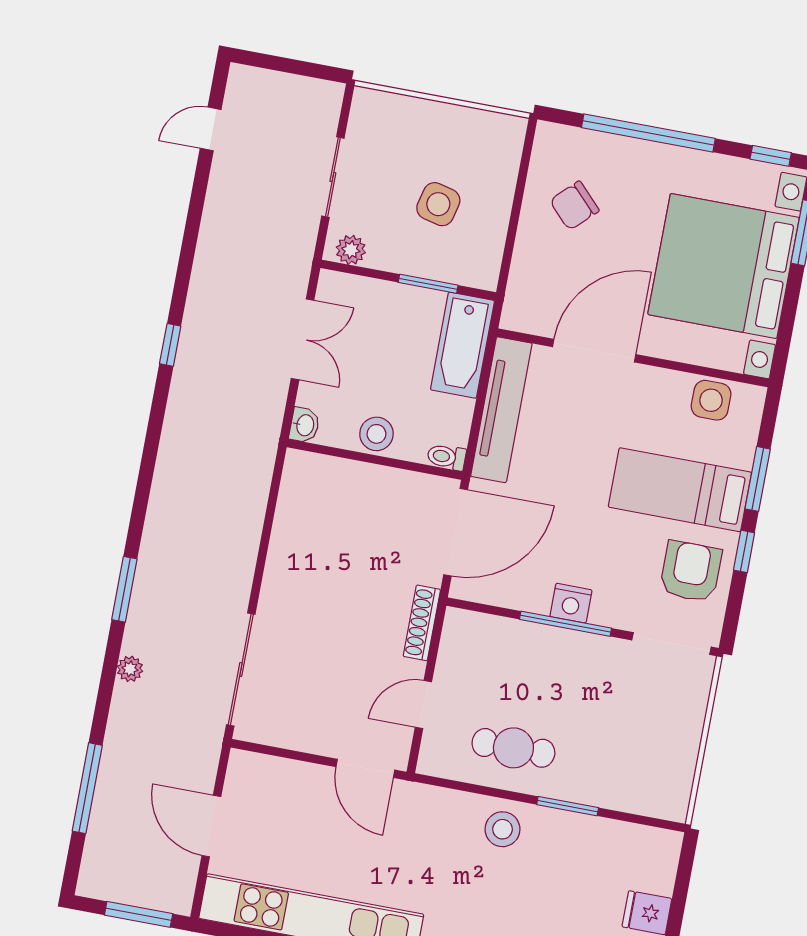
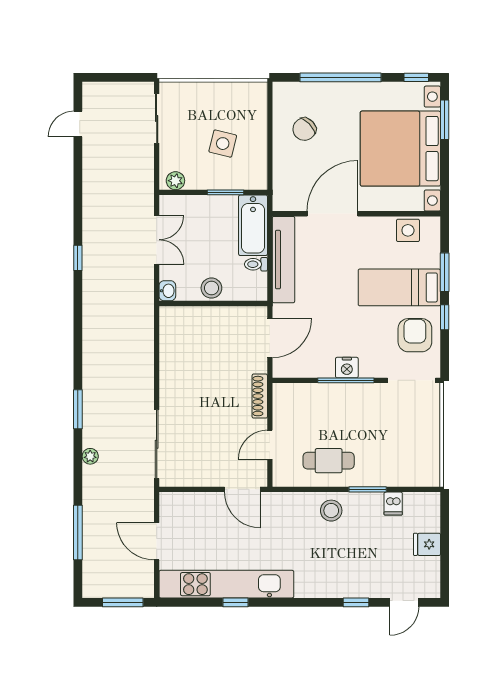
sliding door: (333, 177) -> (157, 119), moved
toilet: (447, 457) -> (256, 264), moved
door: (456, 532) -> (270, 338), width x0.73
dishwasher: (605, 837) -> (393, 504), added

